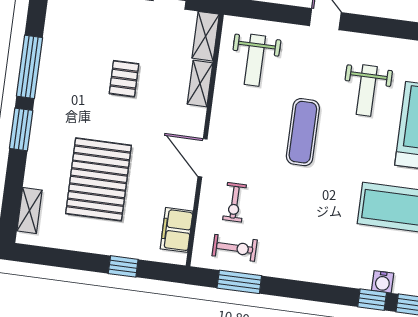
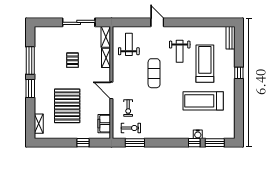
weight bench: (255, 60) -> (129, 44), turned 180

